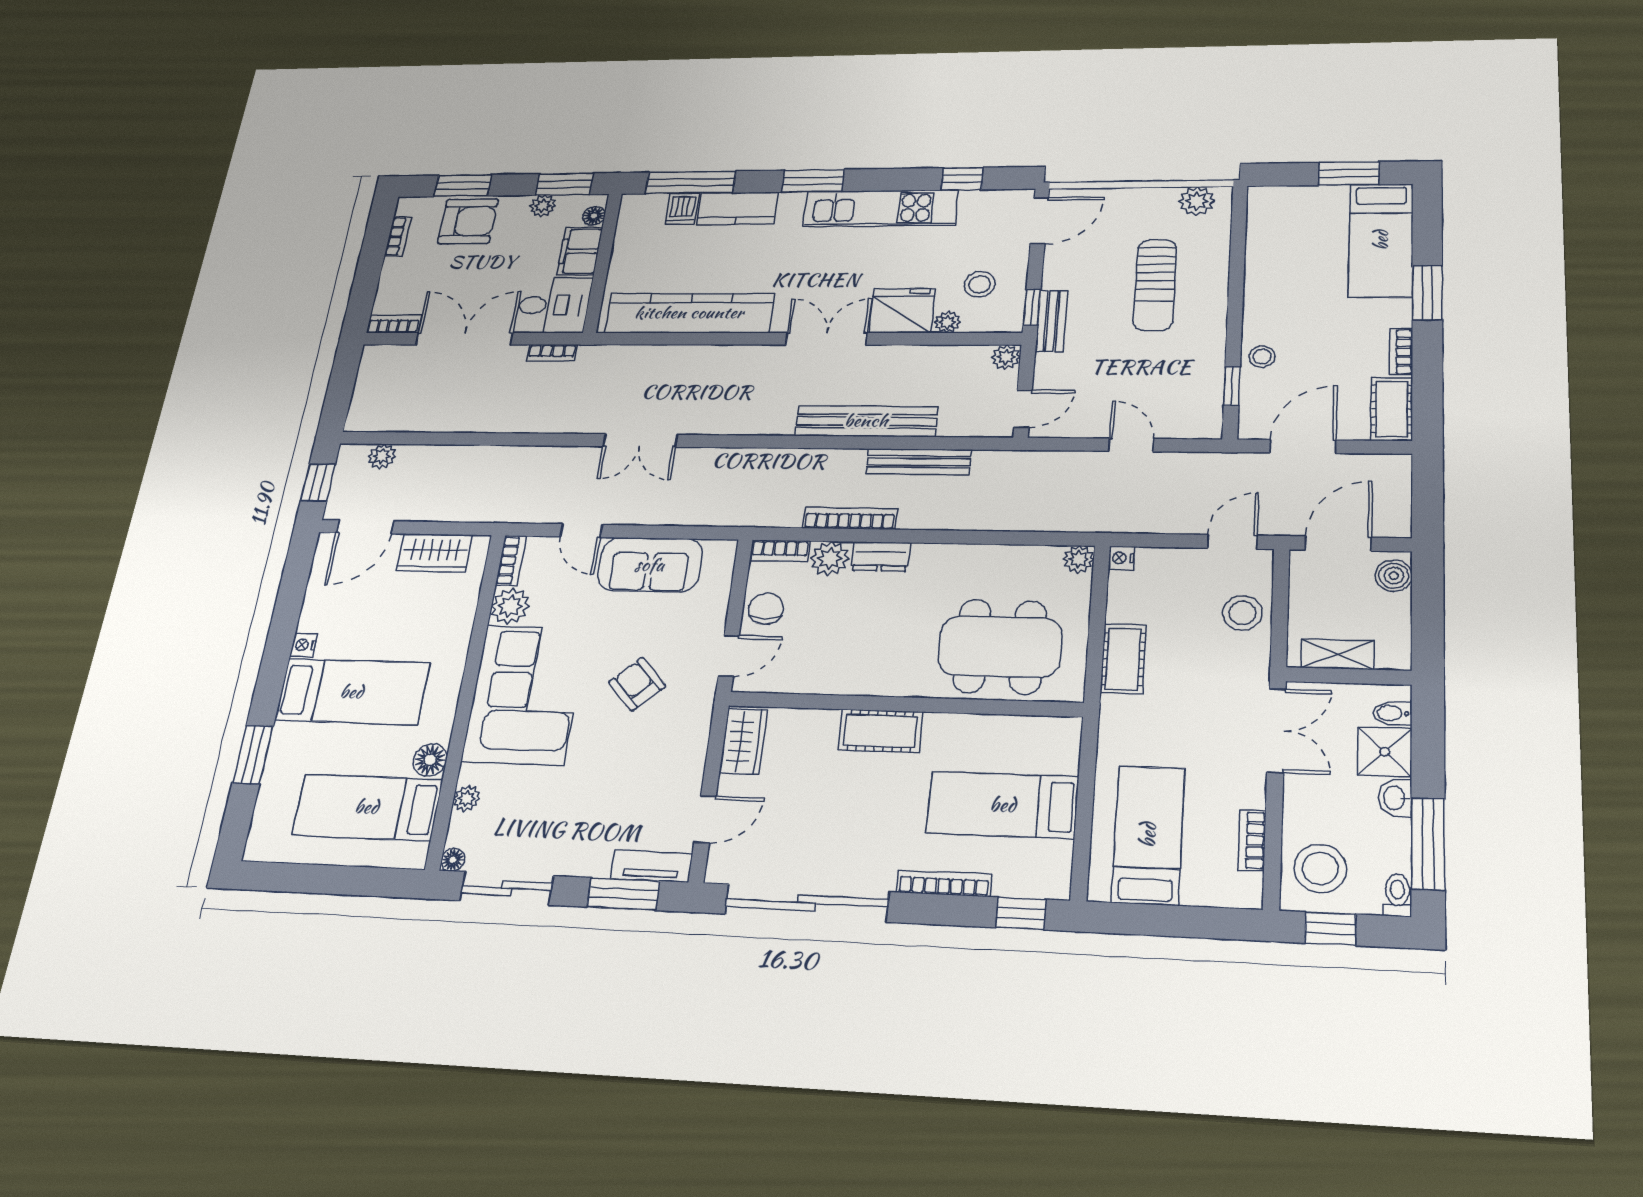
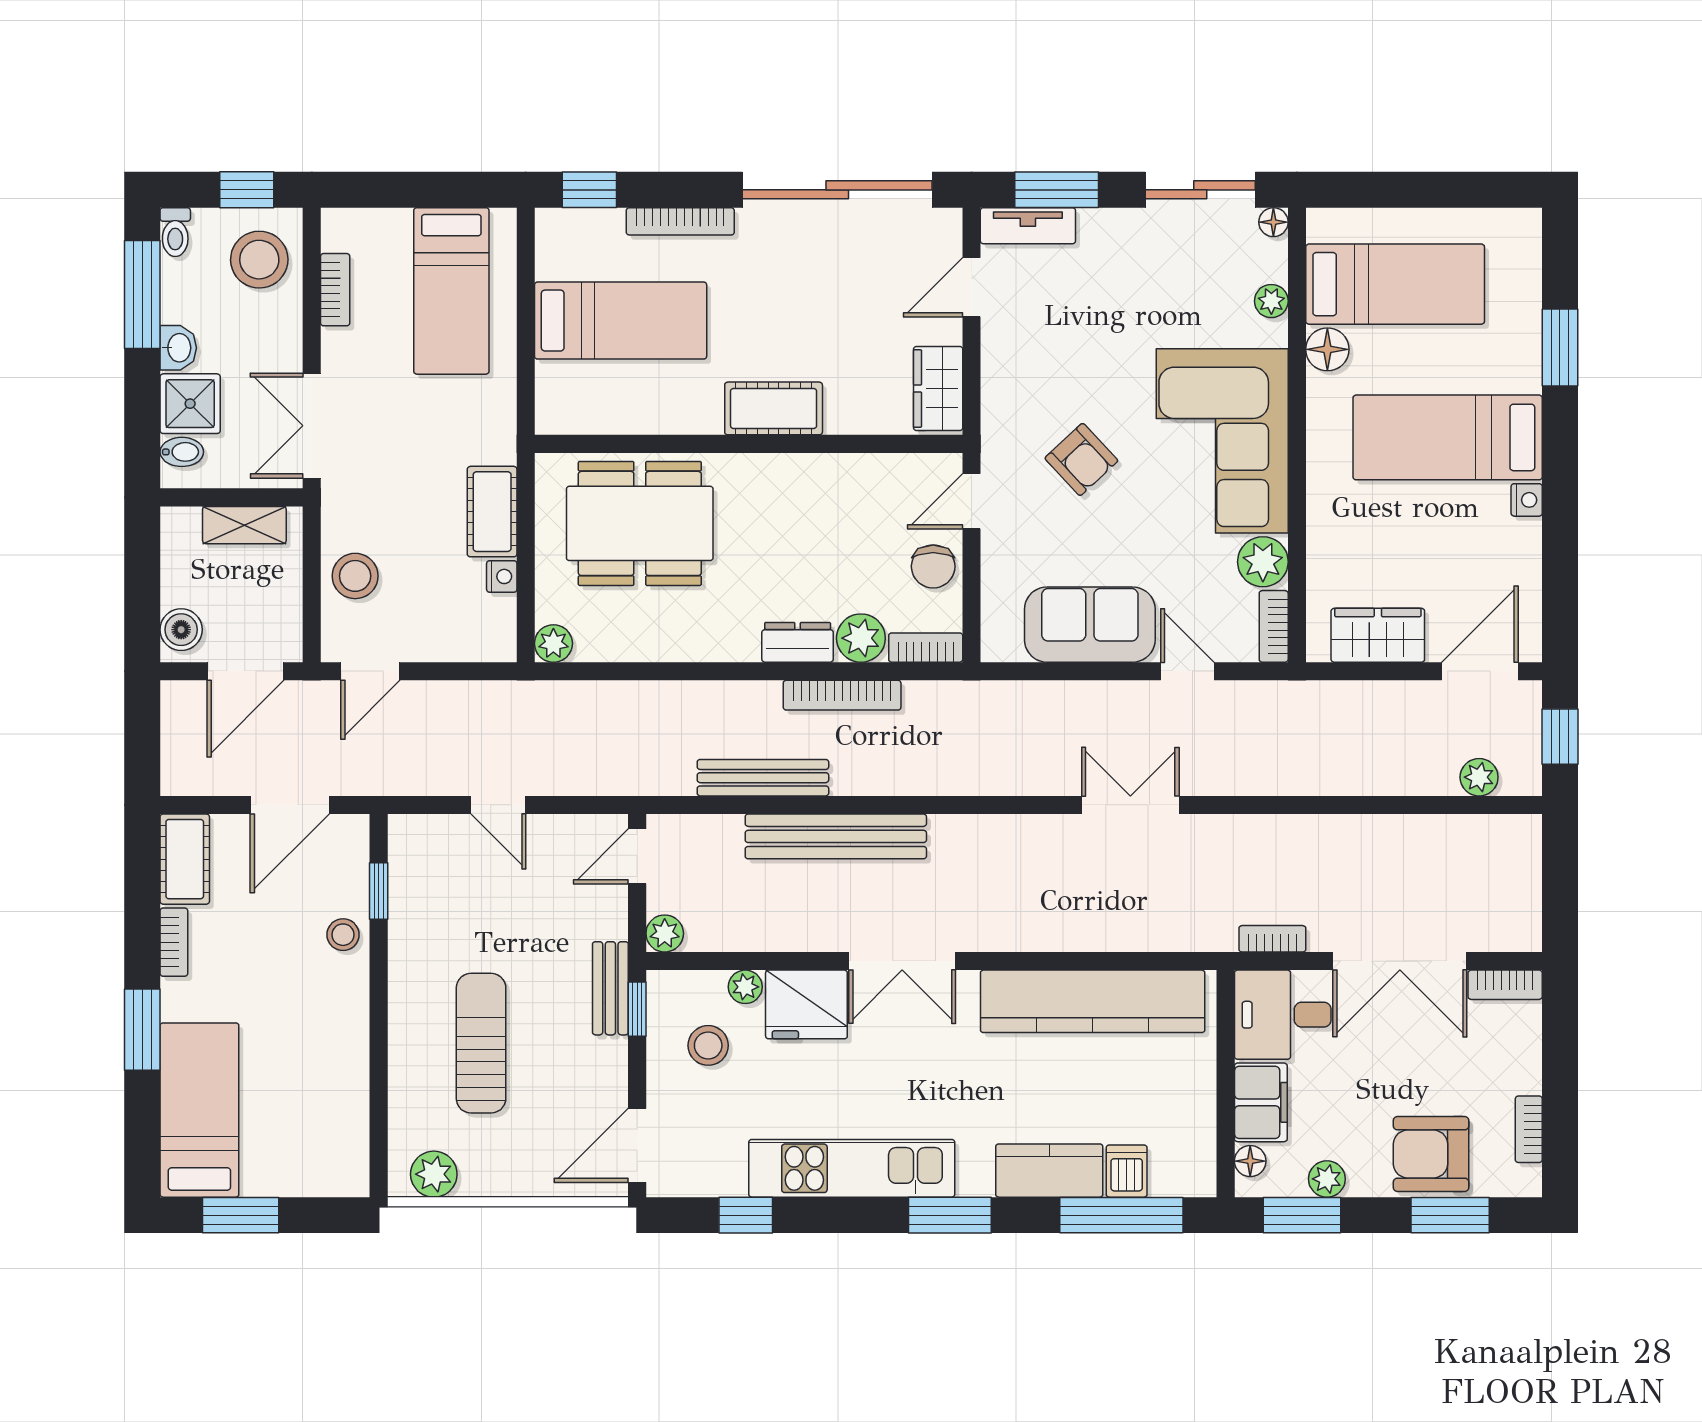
nightstand: (1121, 558) -> (502, 576), moved

